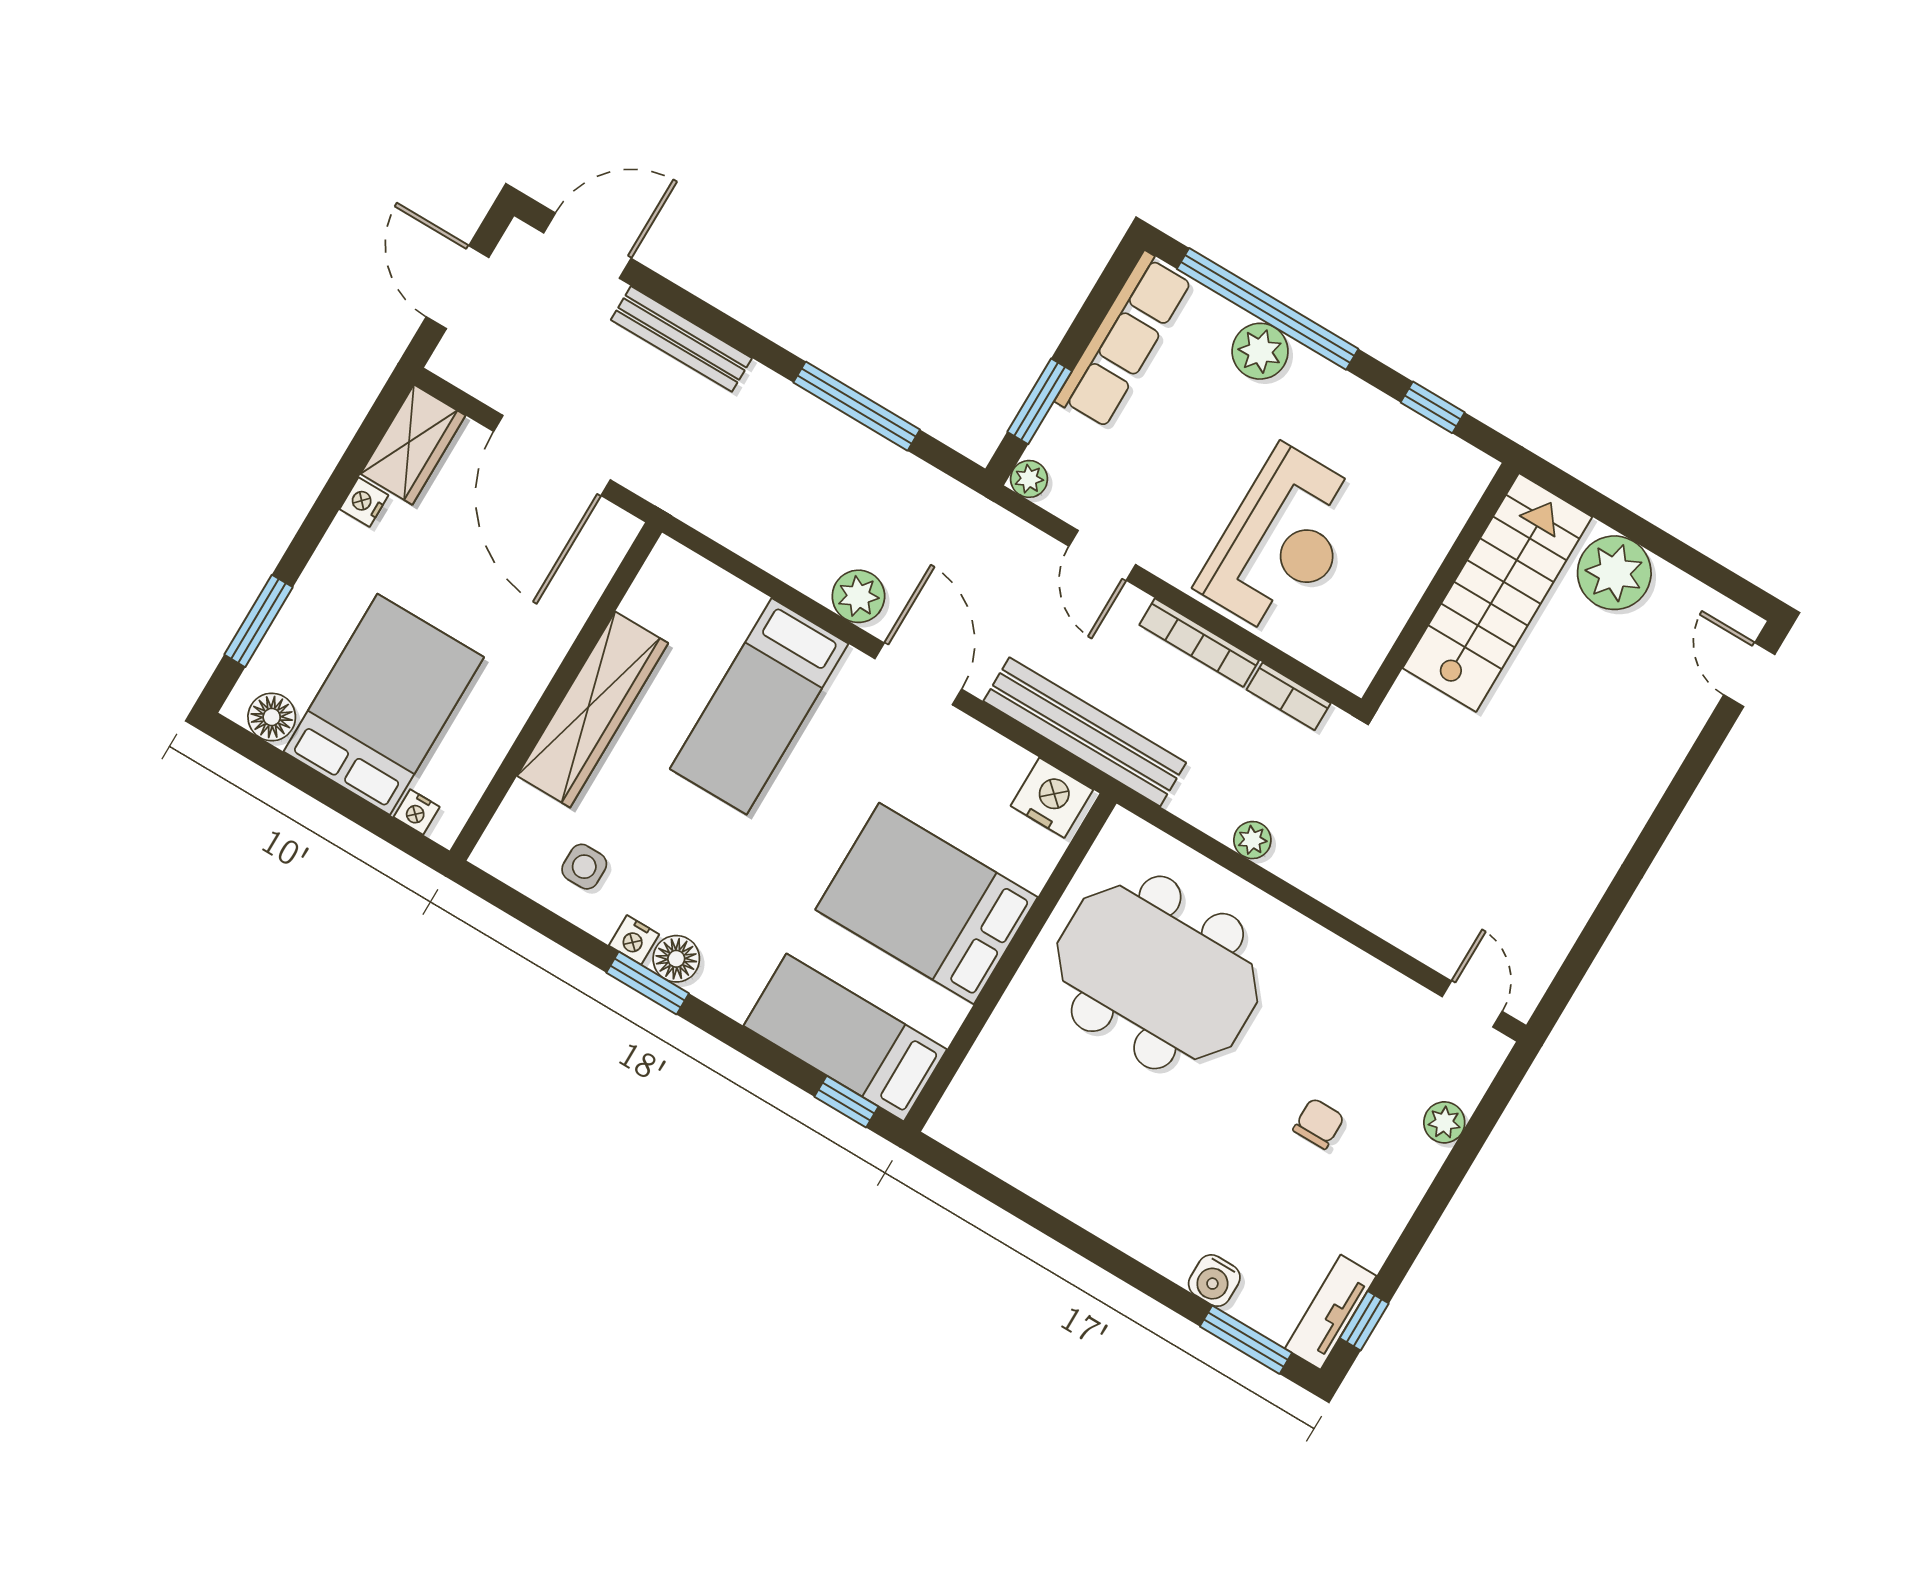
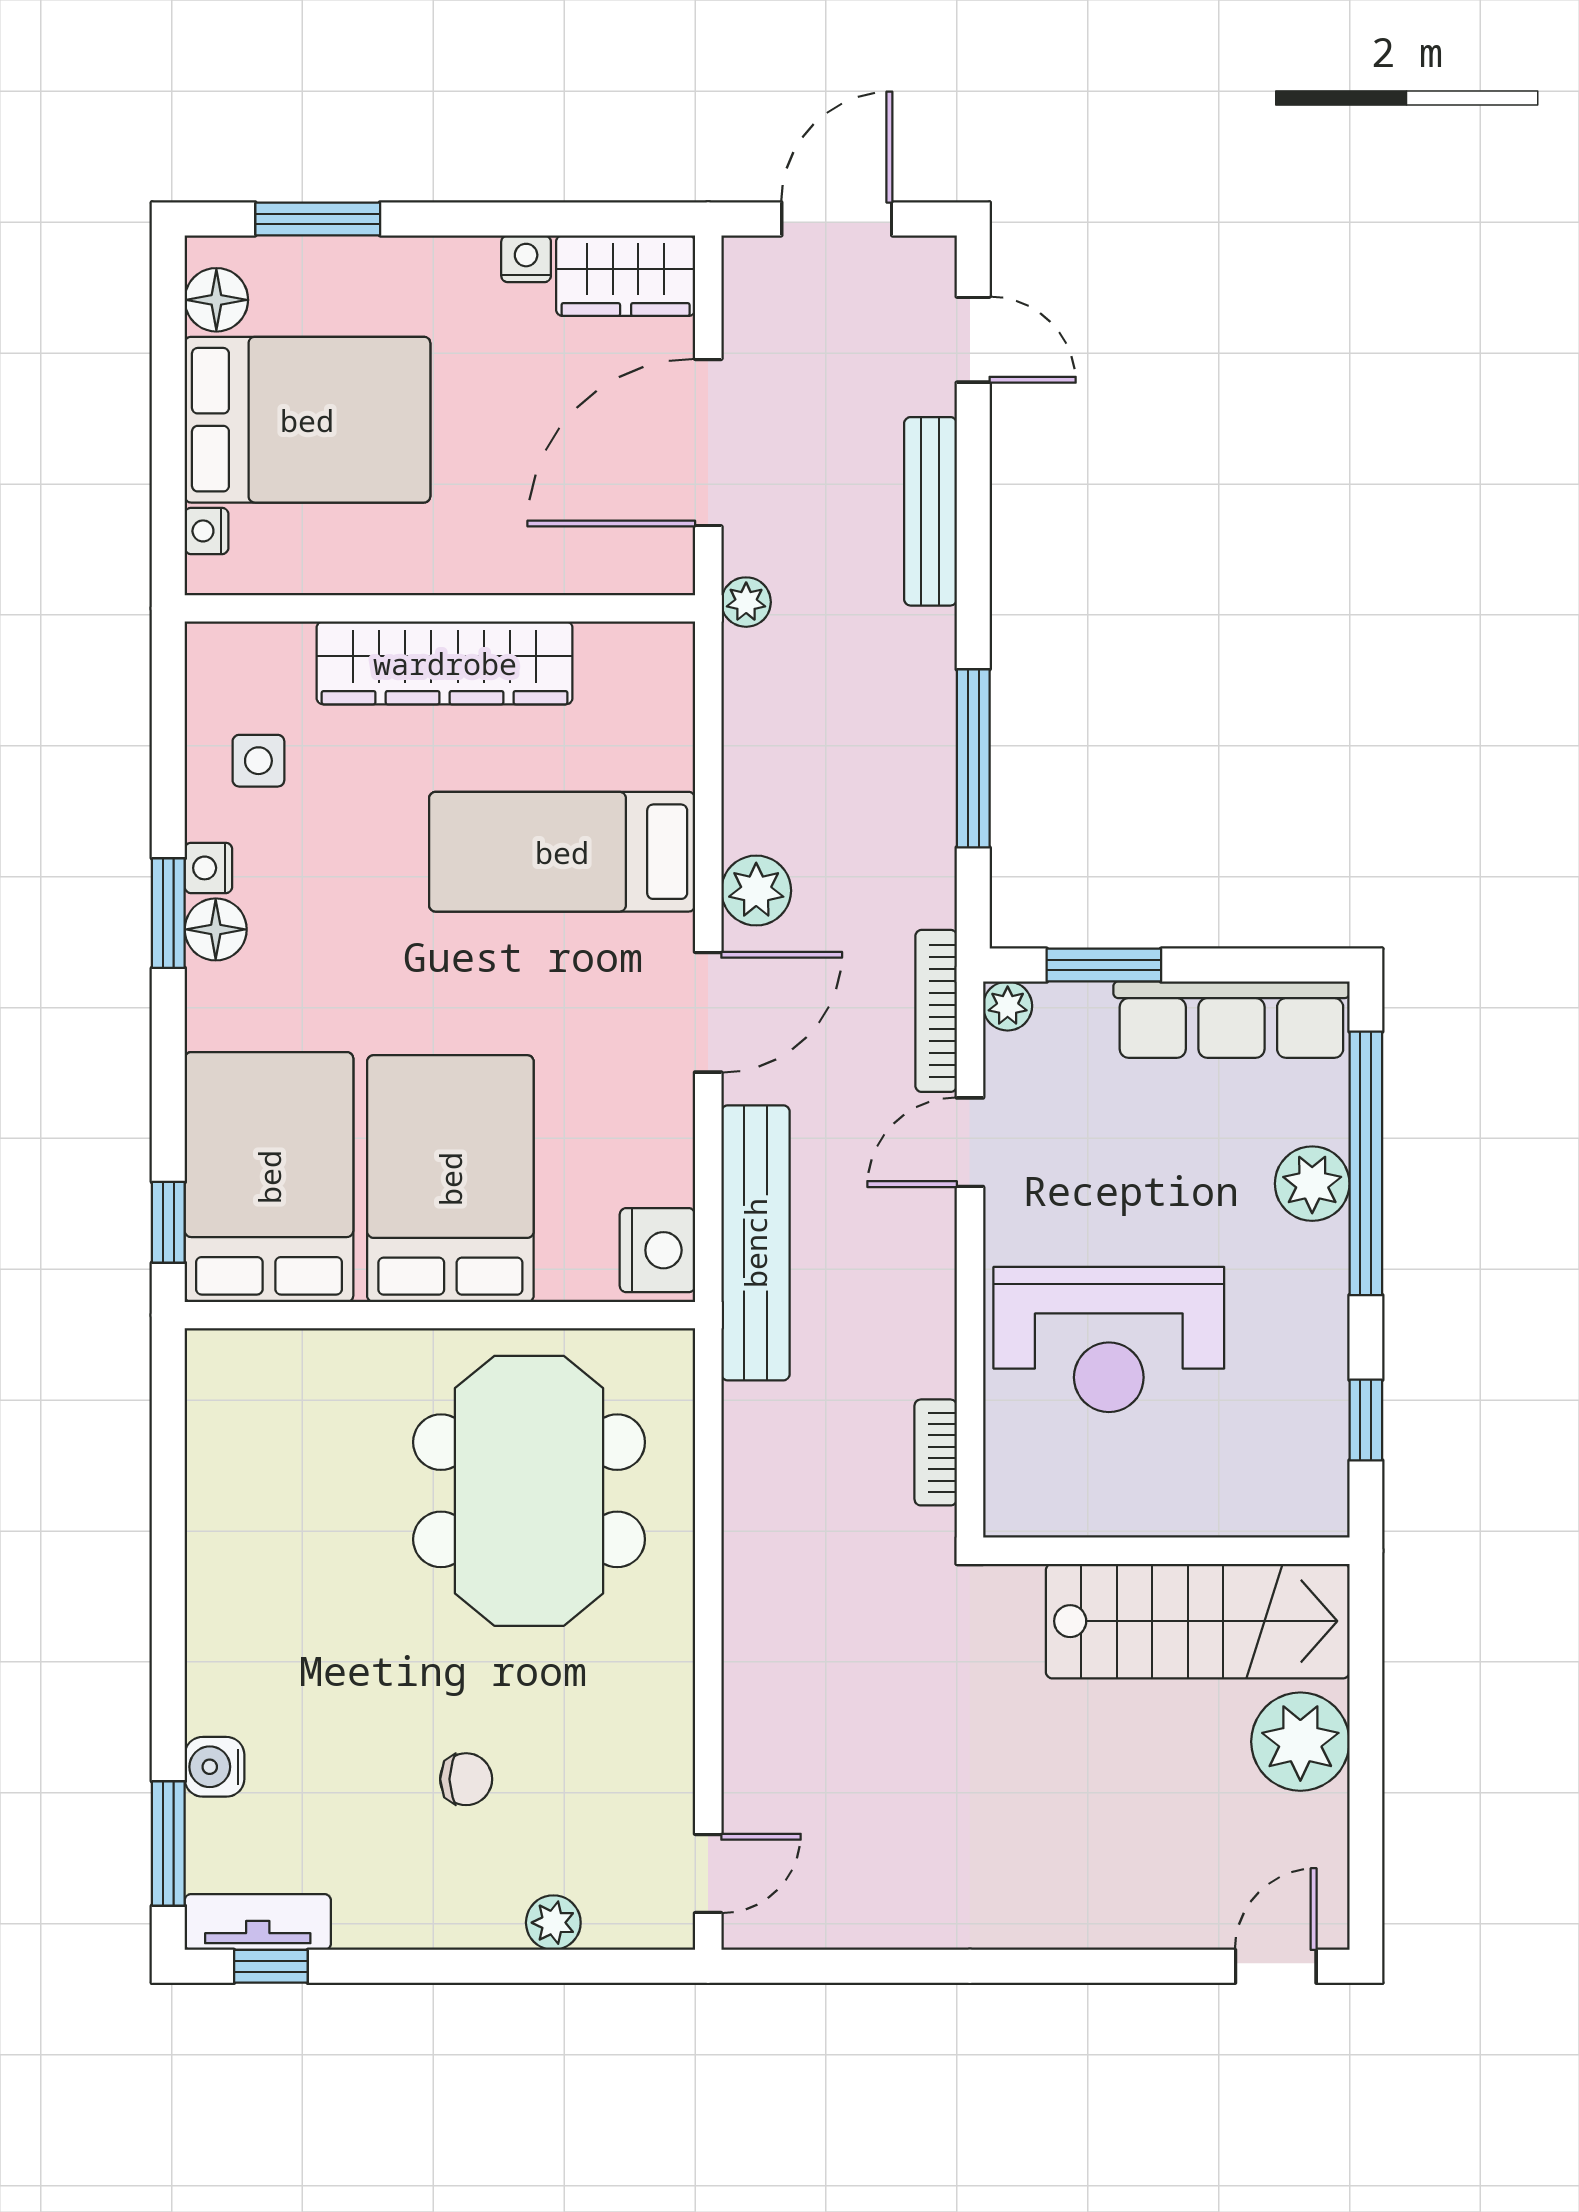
door: (587, 246) -> (973, 340), width x0.73
bookcase: (1199, 643) -> (936, 1011), moved
plant: (1252, 840) -> (746, 602), moved
bed: (845, 1038) -> (269, 1177), width x1.50

